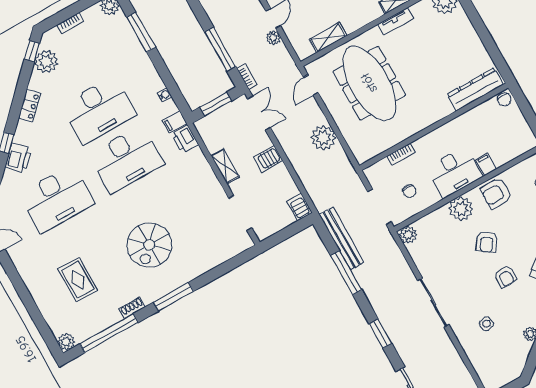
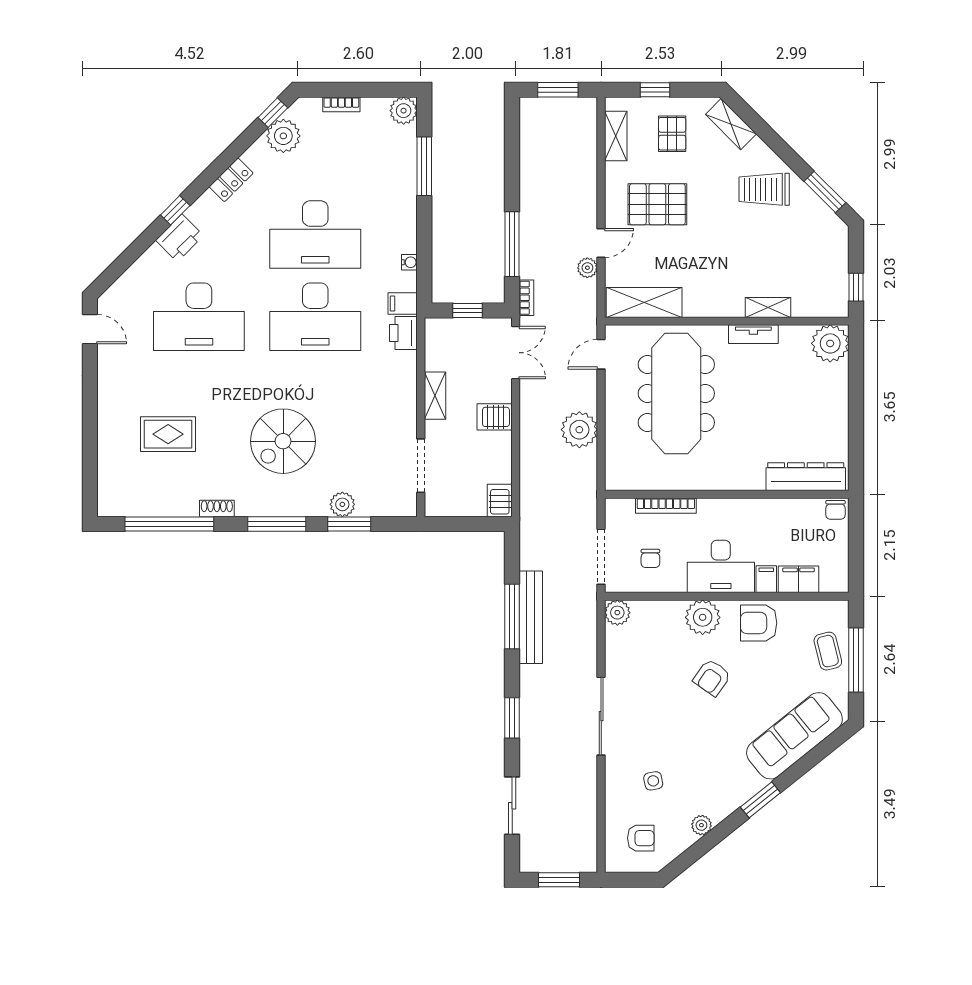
shelving: (328, 37) -> (644, 302), width x1.50, depth x1.33
window: (216, 104) -> (467, 310), width x0.67
filing cabinet: (506, 153) -> (799, 579), added
bookcase: (401, 154) -> (666, 506), width x1.56
bench: (342, 238) -> (531, 617), moved
window: (217, 272) -> (349, 524), added
armchair: (505, 276) -> (641, 838), moved, turned -90
rug: (78, 280) -> (168, 434), turned 90
plant: (66, 342) -> (342, 504), moved

